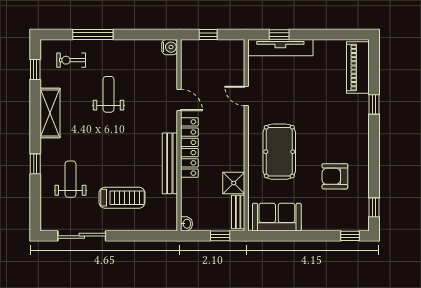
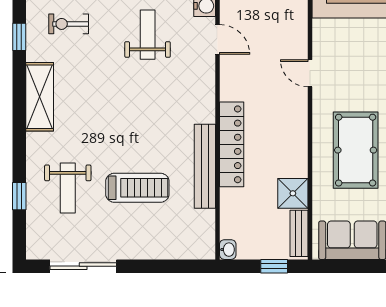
weight bench: (108, 94) -> (148, 35), moved
door: (179, 100) -> (217, 39), moved
window: (35, 164) -> (19, 196), moved
weight bench: (70, 179) -> (68, 188), turned 180
treadmill: (122, 198) -> (137, 188), moved

